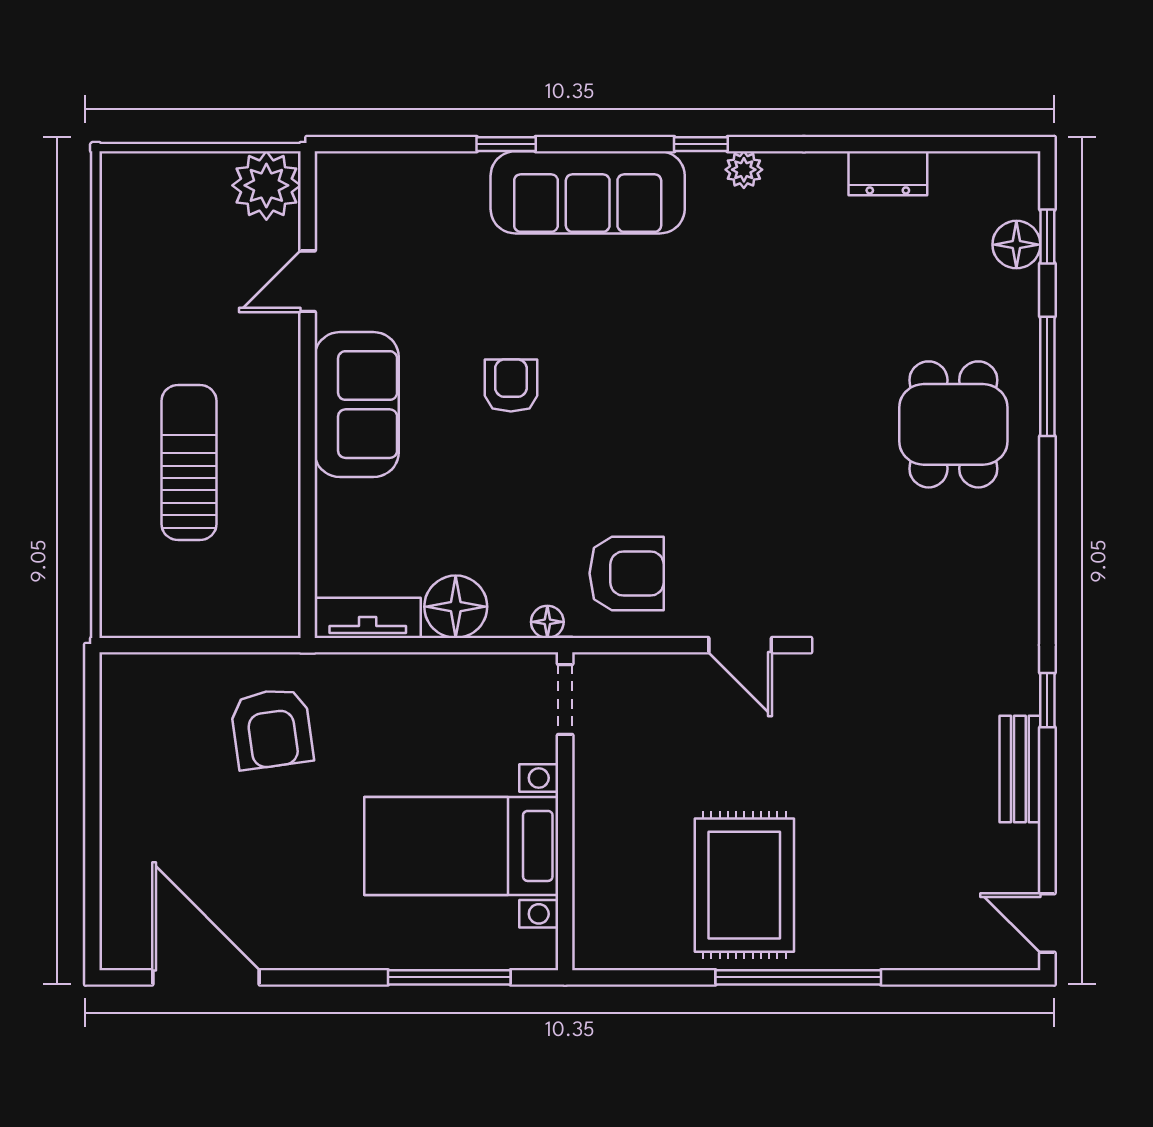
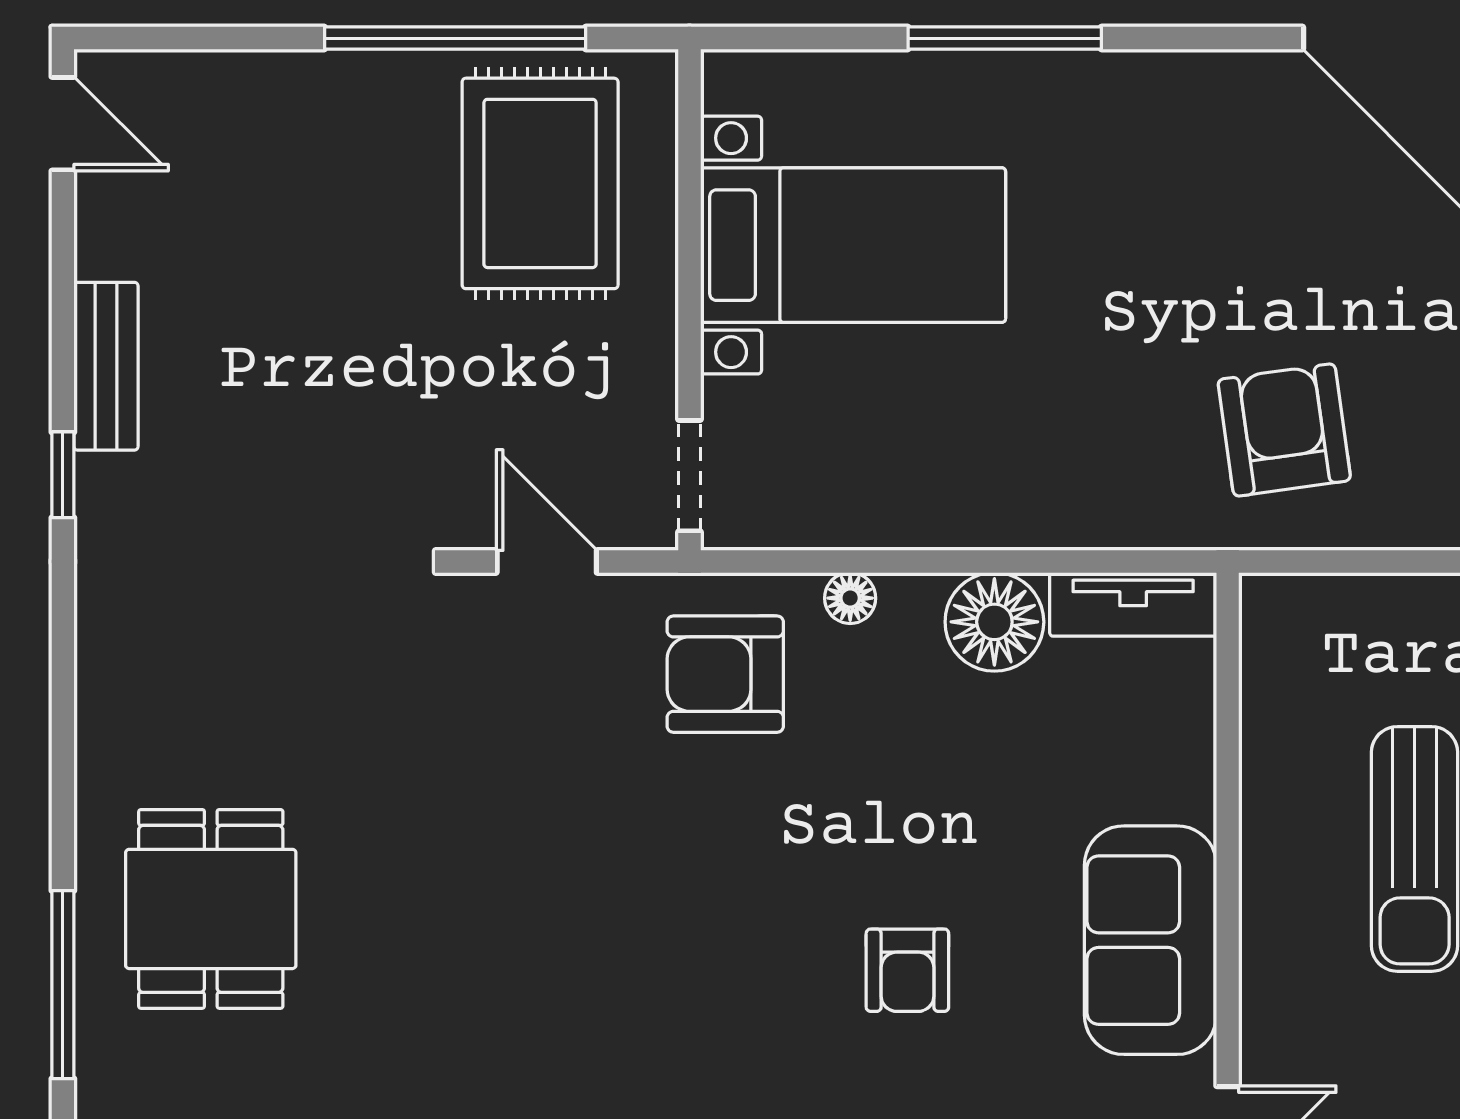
doorway: (565, 699) -> (689, 476), moved
wall: (565, 811) -> (689, 300), moved
bed with nightstands: (461, 846) -> (853, 245), moved

